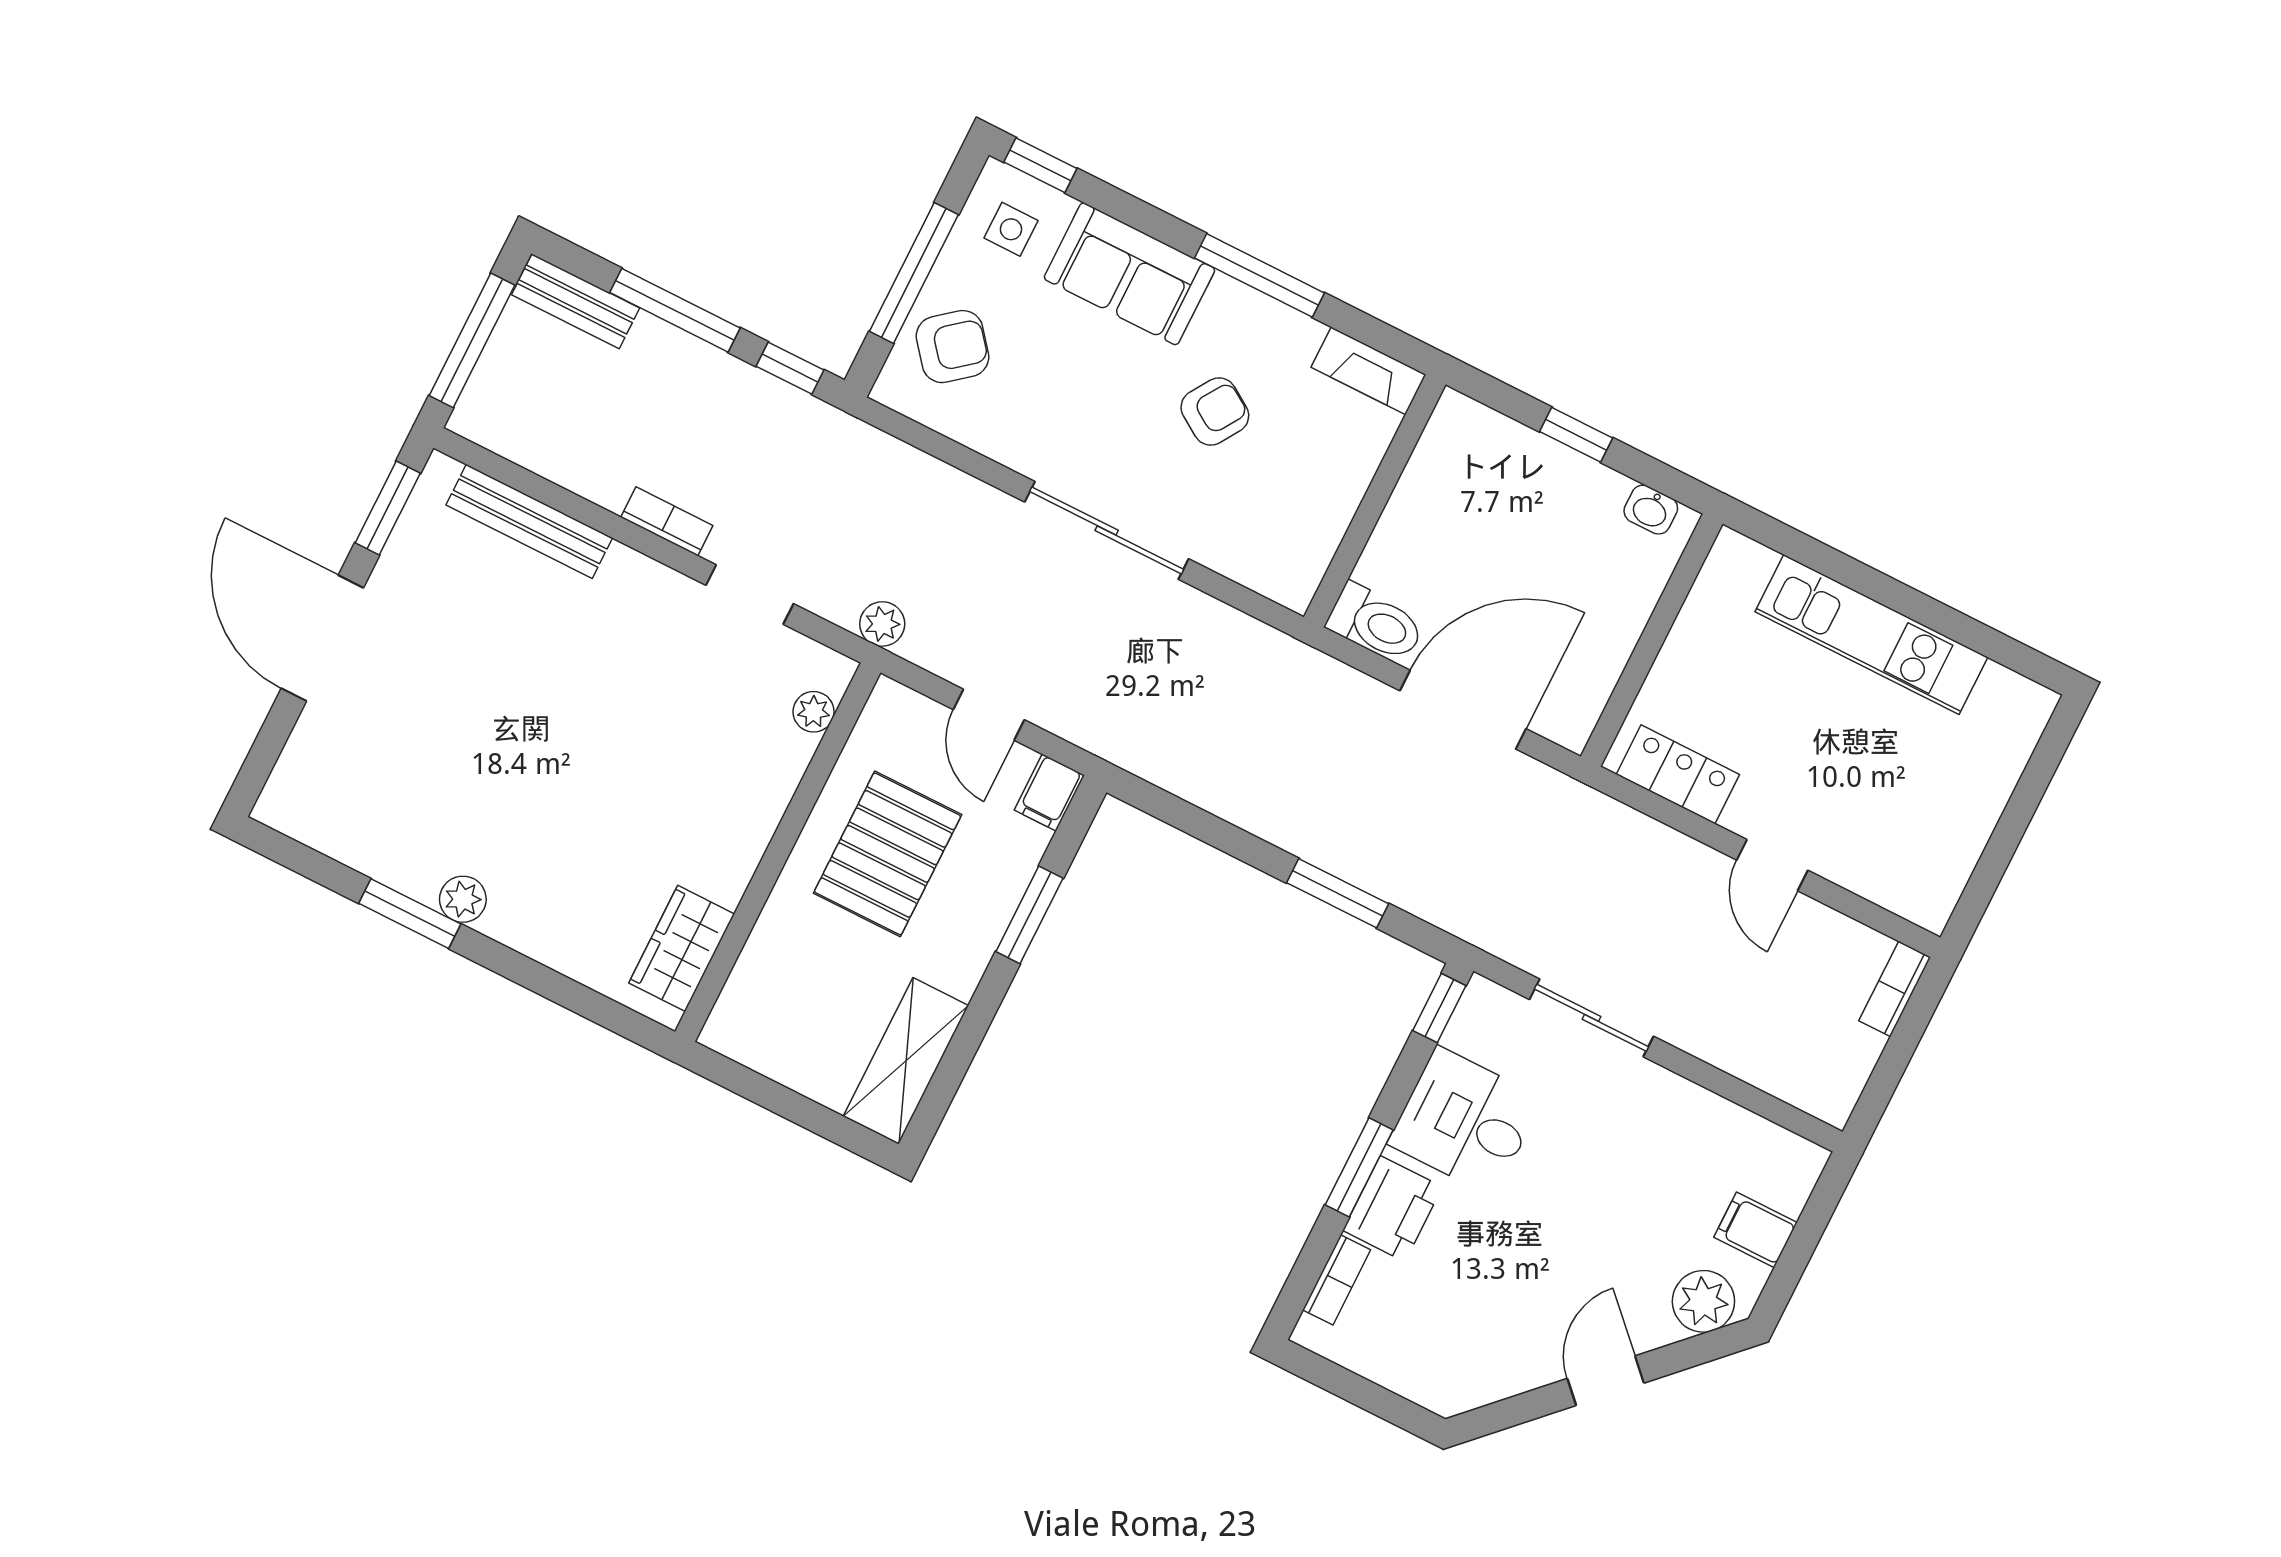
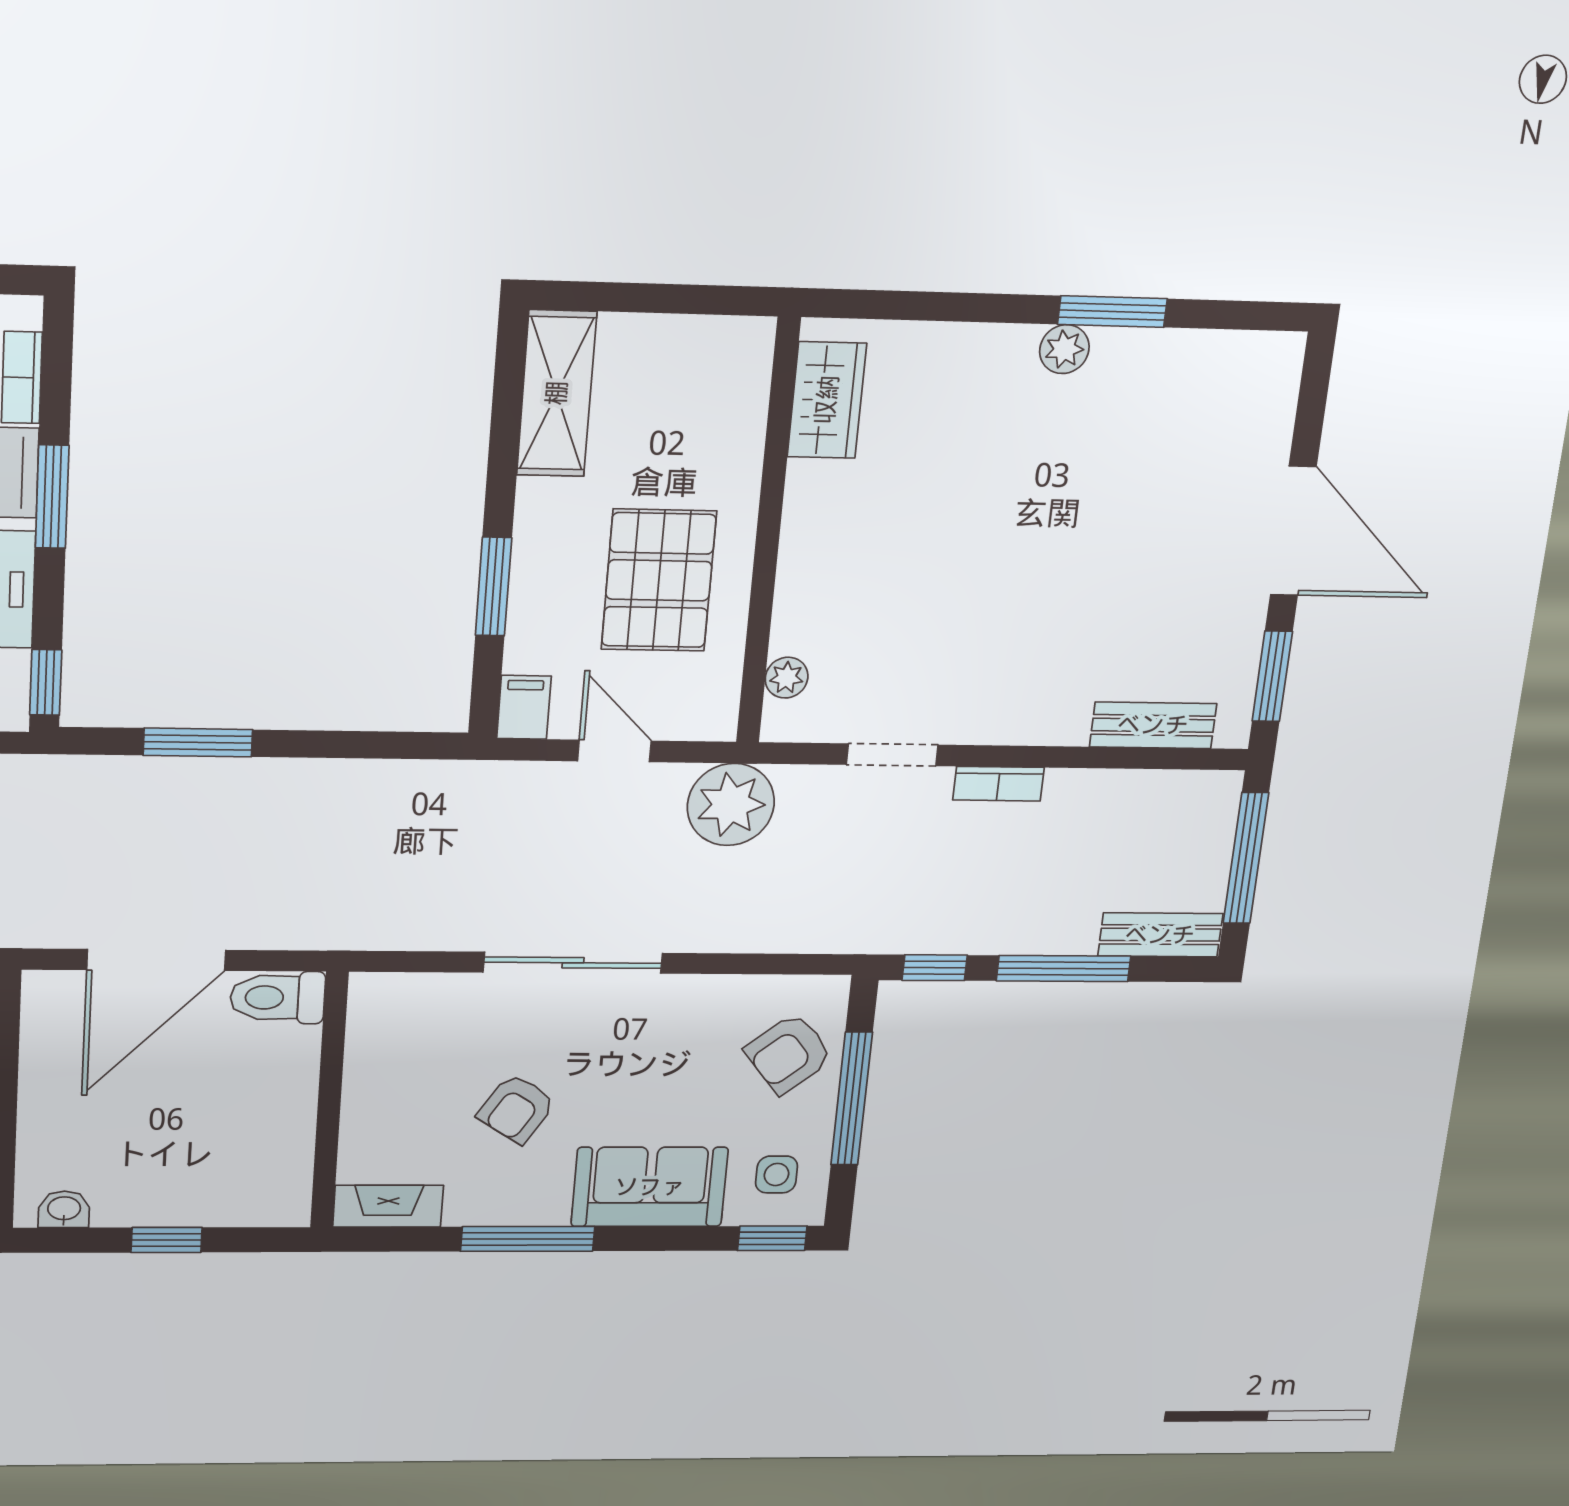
bench: (529, 521) -> (1153, 725), width x0.73
plant: (882, 624) -> (731, 805), width x1.87, depth x1.87

